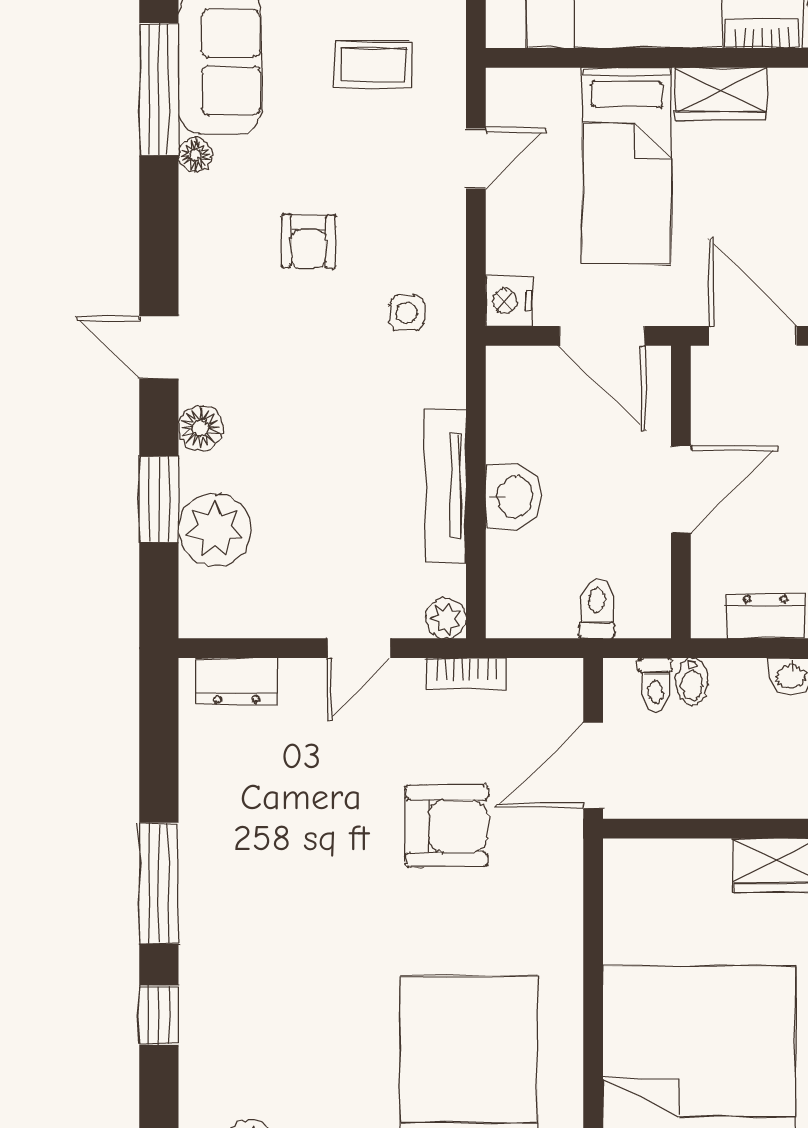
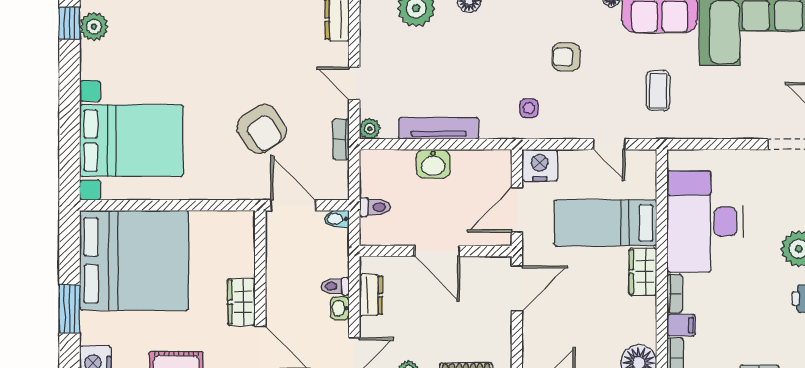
nightstand: (509, 301) -> (540, 165), width x1.36, depth x1.33
bidet: (692, 682) -> (337, 219), moved
toilet: (655, 685) -> (335, 286), moved
armchair: (447, 826) -> (262, 129), turned -34

